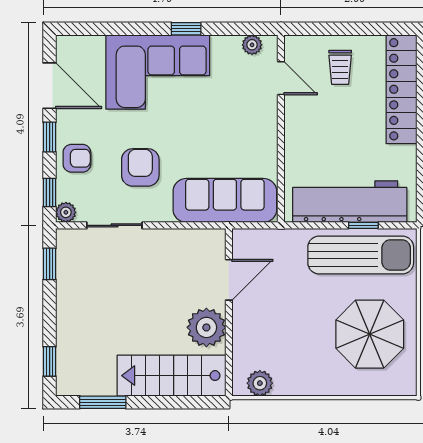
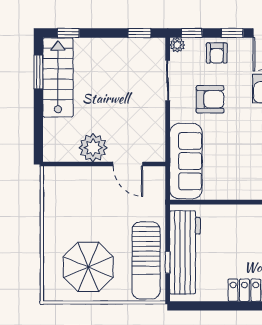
stairs: (172, 376) -> (58, 77), moved
plant: (260, 383) -> (52, 187), removed

